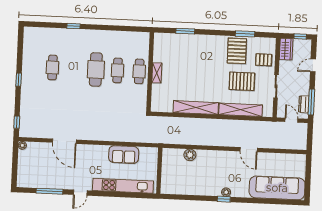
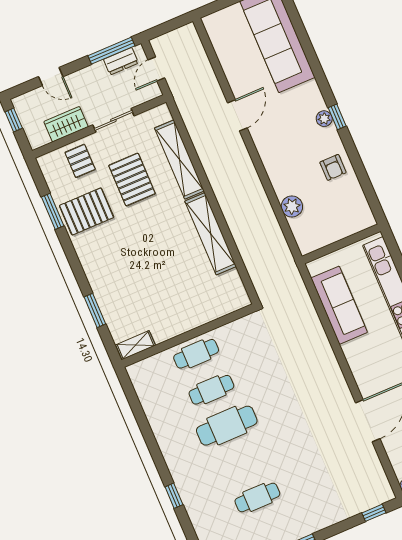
wardrobe: (286, 49) -> (66, 124), moved
shelving: (157, 73) -> (136, 345), moved
sofa: (124, 155) -> (339, 305), width x1.36
armchair: (200, 185) -> (333, 167), added

